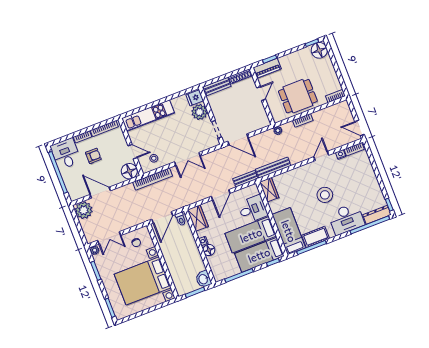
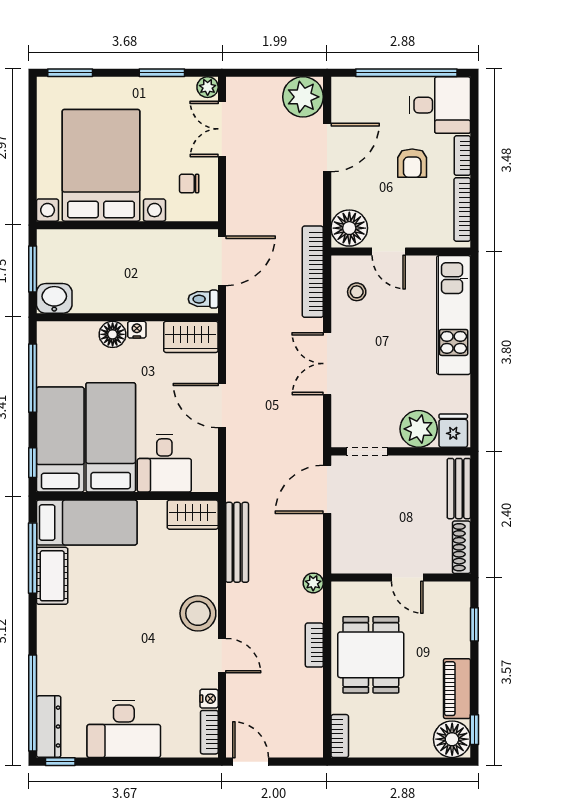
piano: (267, 68) -> (457, 689), moved
door: (360, 128) -> (251, 762), hinge flipped
door: (133, 152) -> (389, 252), hinge flipped
bench: (245, 179) -> (236, 473), removed
stool: (325, 195) -> (198, 613), moved
door: (162, 217) -> (222, 261), swing flipped
desk: (346, 219) -> (124, 729), moved, turned -90

